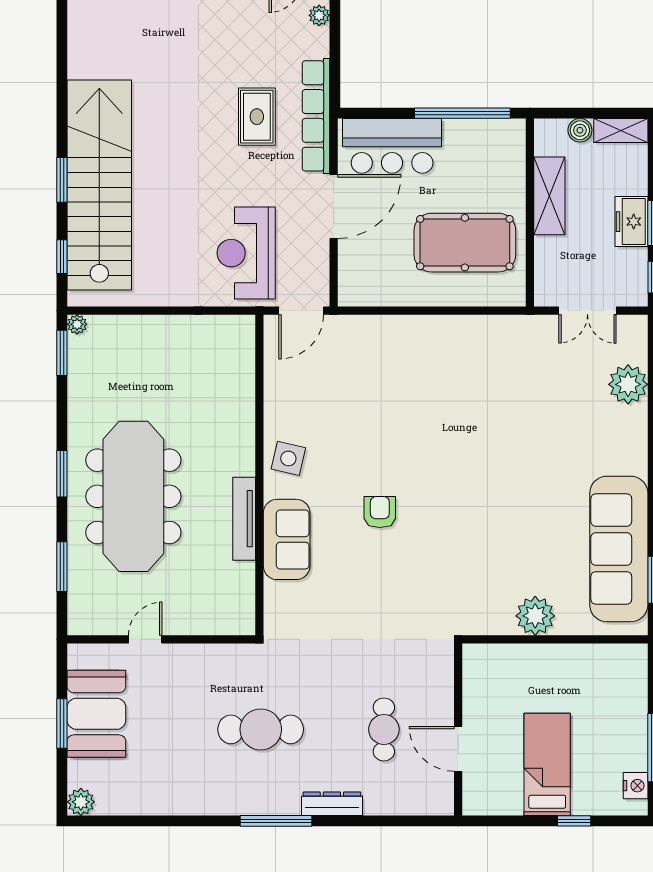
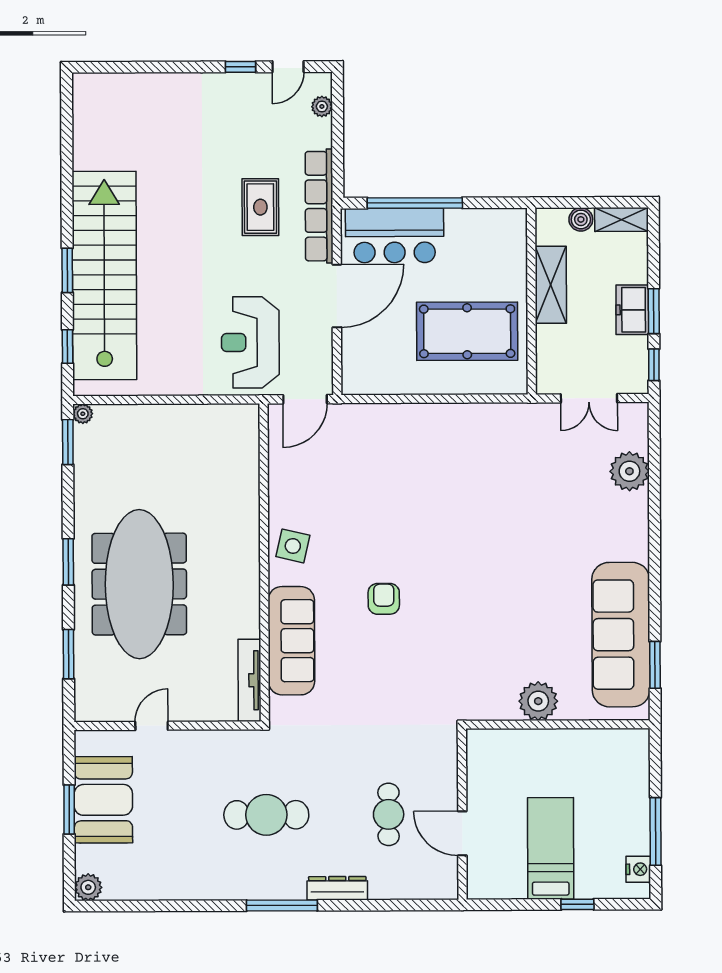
window: (462, 113) -> (415, 203), moved
tv unit: (244, 519) -> (249, 680), moved
sofa: (287, 539) -> (291, 641), width x1.36

